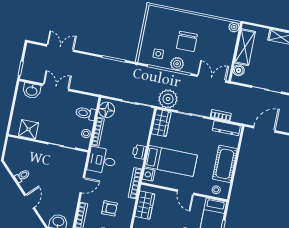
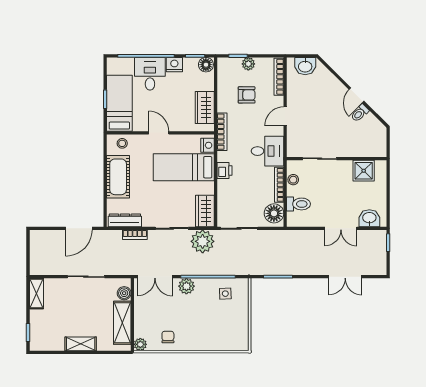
chair: (187, 41) -> (168, 337), moved, width x0.54, depth x0.54
plant: (177, 64) -> (186, 286), moved
door: (29, 201) -> (357, 95), moved
armchair: (109, 208) -> (247, 95), turned 180

